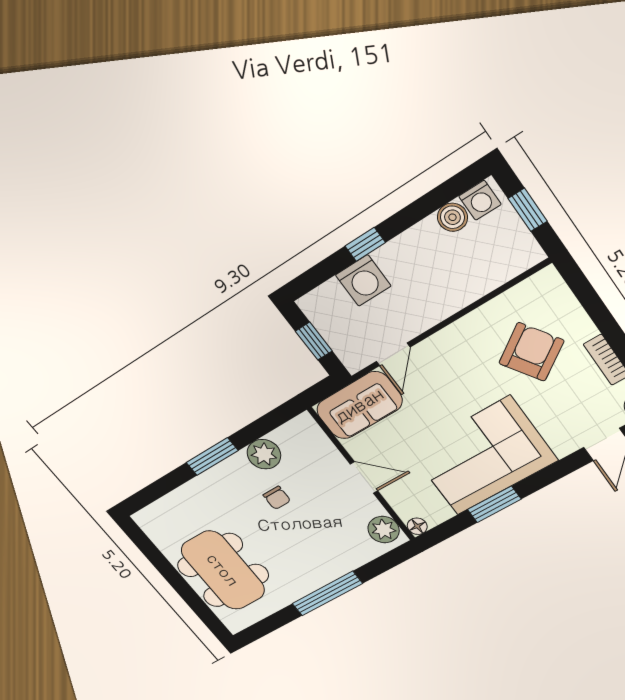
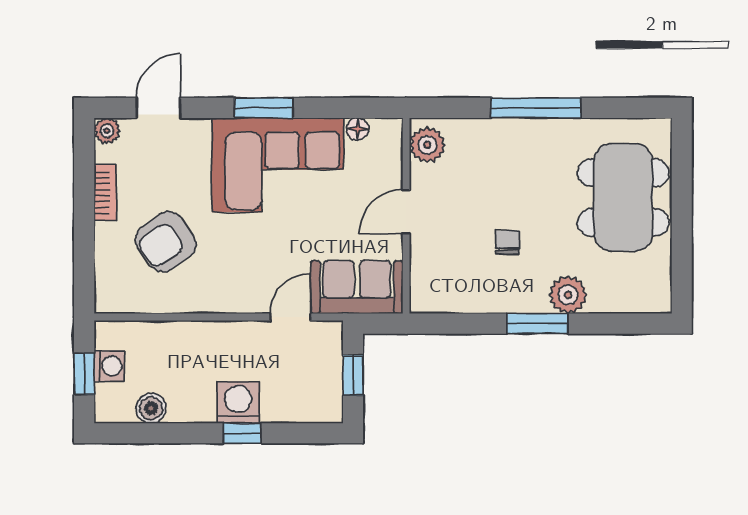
washing machine: (480, 200) -> (109, 366), moved, turned 90
washing machine: (363, 281) -> (238, 402), moved
plant: (264, 454) -> (568, 295), moved
door: (364, 477) -> (406, 212), hinge flipped
window: (494, 504) -> (264, 108), moved
floor lamp: (417, 526) -> (358, 129), moved

